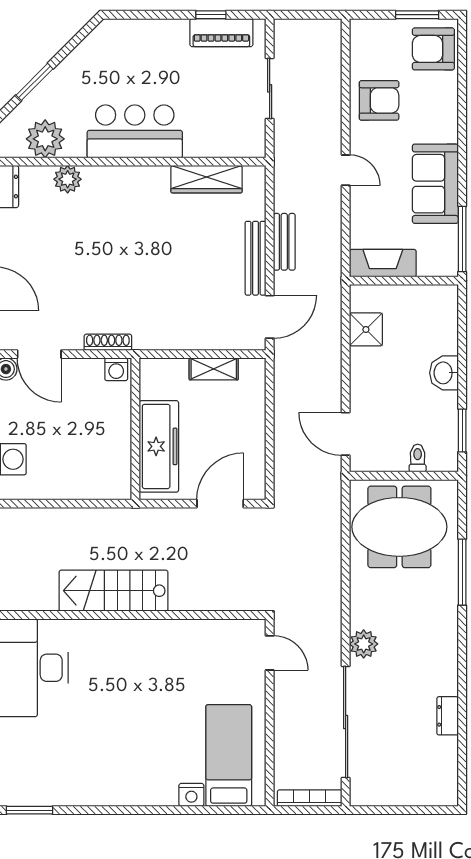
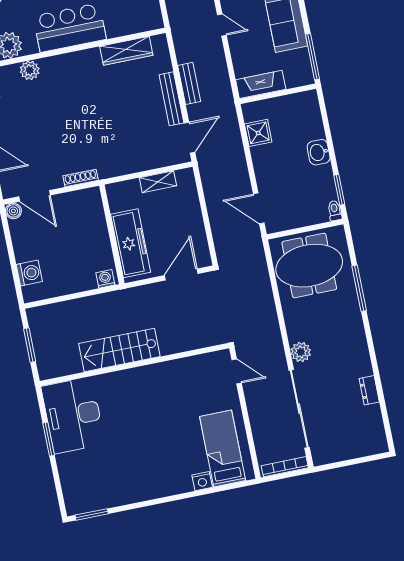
washing machine: (116, 369) -> (105, 279), moved, turned 180
toilet: (418, 458) -> (335, 211), moved

